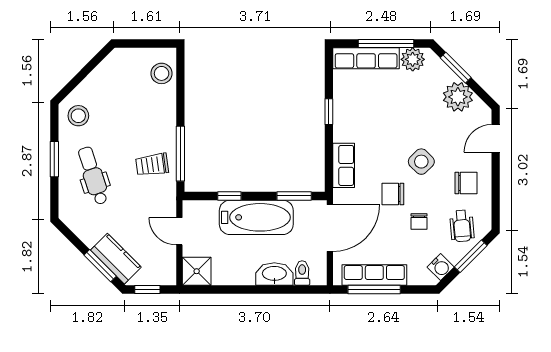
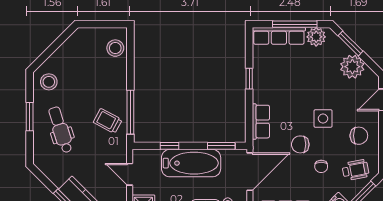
side table: (421, 162) -> (323, 119), turned 45
trolley: (152, 165) -> (108, 121), turned 36
wheelchair: (462, 226) -> (356, 170), turned -96

